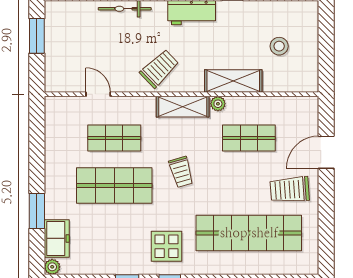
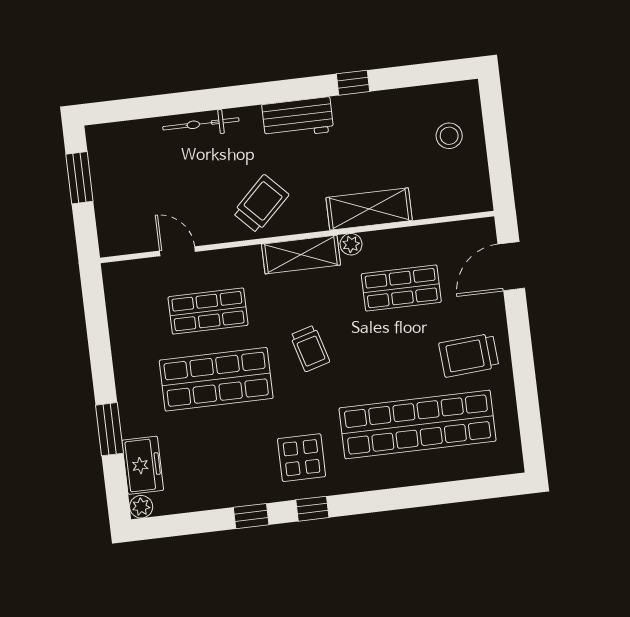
stool: (279, 46) -> (449, 136), moved
door: (326, 152) -> (511, 266), moved

